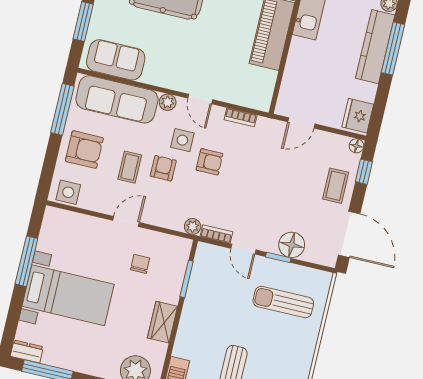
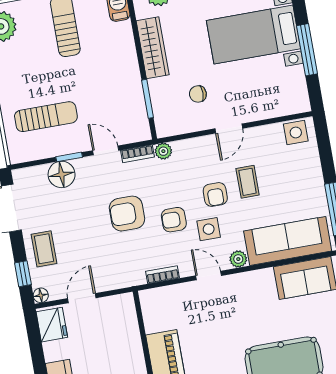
door: (301, 123) -> (82, 298), moved
armchair: (84, 150) -> (127, 214), moved
chair: (140, 264) -> (198, 94), turned 90
wardrobe: (163, 322) -> (153, 48), width x1.50

